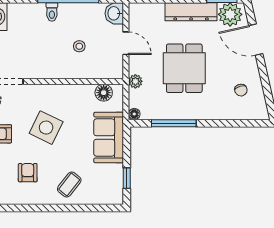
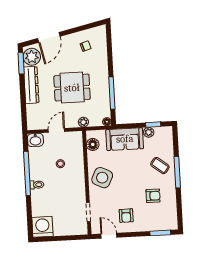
side table: (46, 128) -> (102, 178), moved
plant: (116, 171) -> (149, 132), added
armchair: (28, 173) -> (153, 196), turned 180
window: (59, 208) -> (177, 172), added

